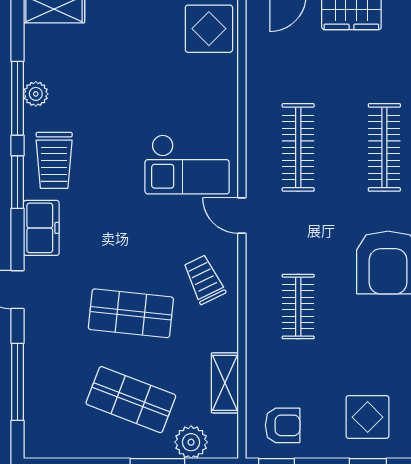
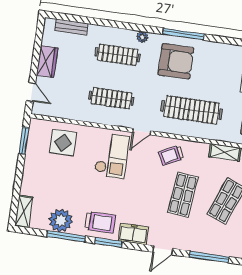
display table: (209, 29) -> (63, 143), moved
plant: (36, 94) -> (61, 221), width x1.87, depth x1.87
clothes rail: (298, 307) -> (192, 110), width x1.86, depth x1.31

